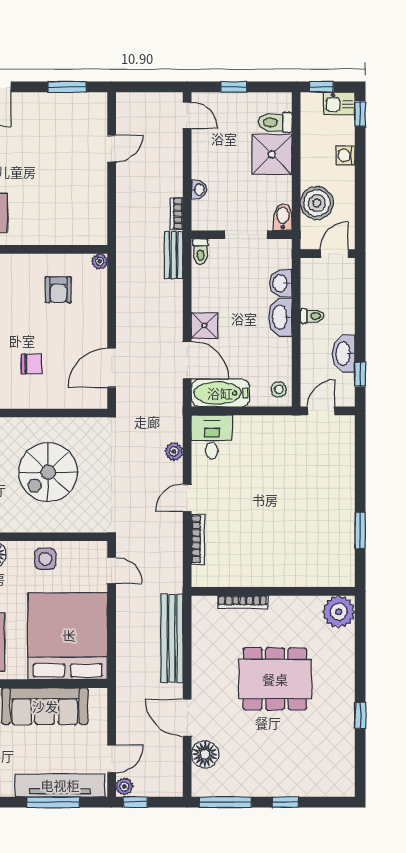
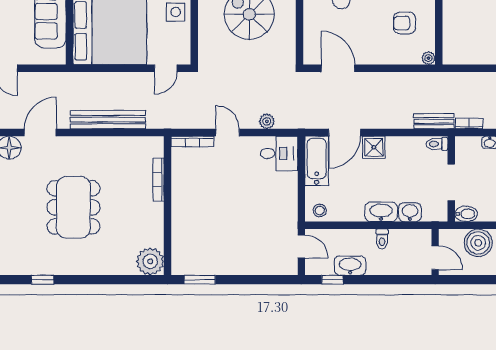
wall: (273, 591) -> (168, 206), moved
bookcase: (243, 602) -> (158, 180), moved
plant: (339, 612) -> (150, 261), moved

